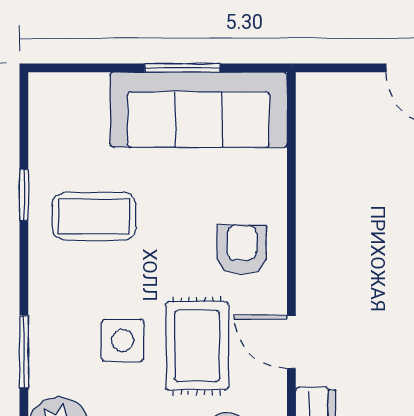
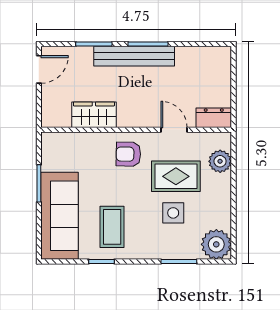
sofa: (199, 110) -> (60, 216), moved
wardrobe: (322, 180) -> (94, 115), added
door: (291, 342) -> (174, 130), swing flipped

